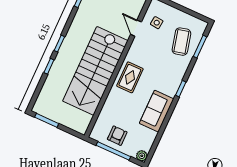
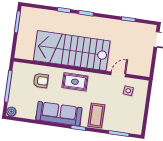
coffee table: (181, 42) -> (96, 116), moved, turned -76
sofa: (157, 111) -> (59, 114), width x1.36
armchair: (117, 136) -> (41, 81), moved

